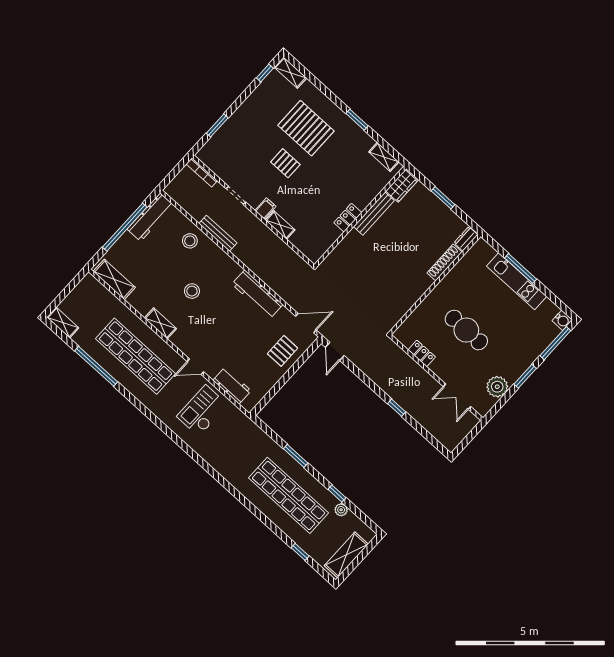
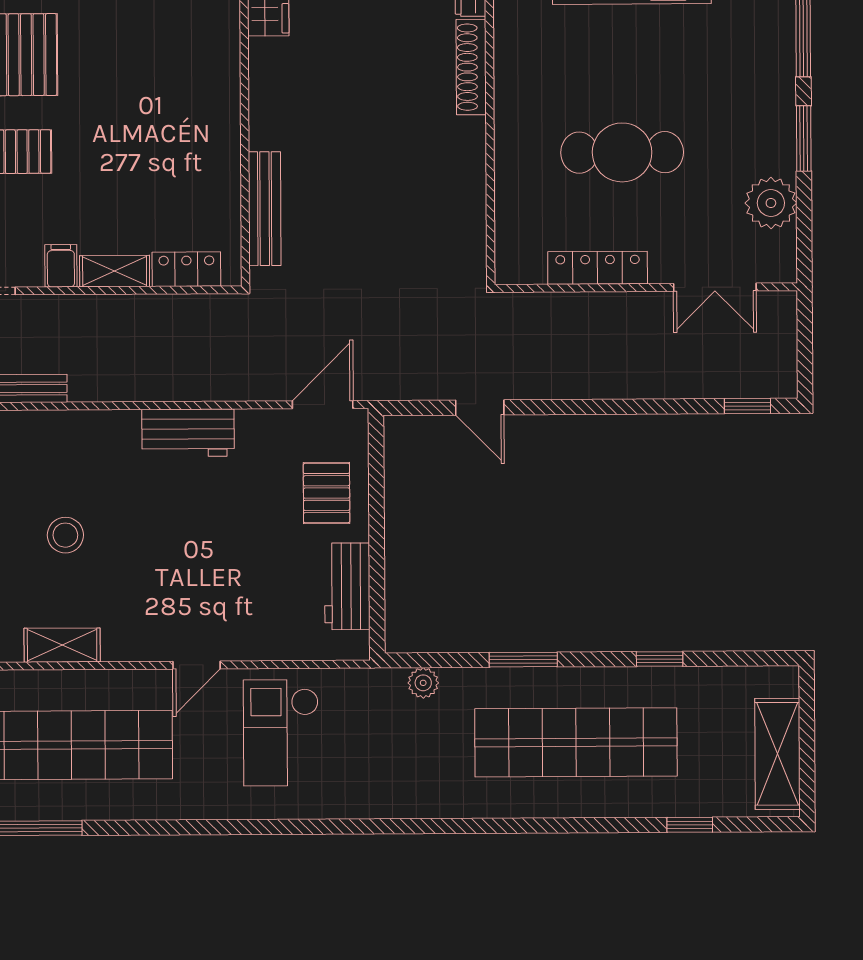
bench: (374, 214) -> (265, 209), moved
locker: (348, 218) -> (186, 269), moved, turned 90
workbench: (257, 294) -> (188, 433), width x0.73
door: (335, 351) -> (480, 407), moved
locker: (422, 353) -> (598, 268), width x1.53
workbench: (232, 386) -> (347, 586), moved, turned -90
window: (397, 408) -> (747, 406), moved
plant: (341, 510) -> (423, 683), moved

